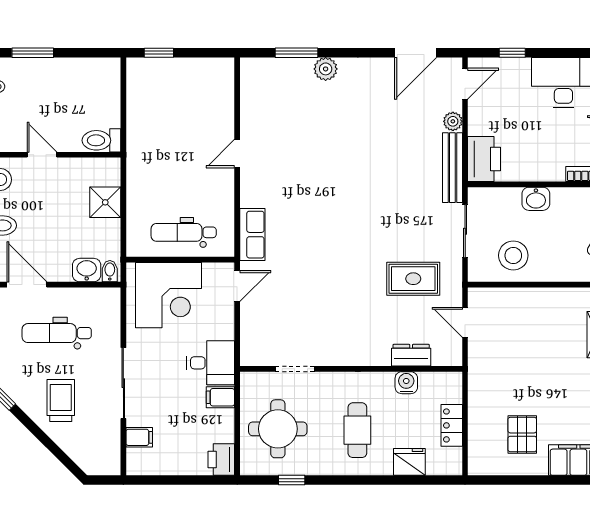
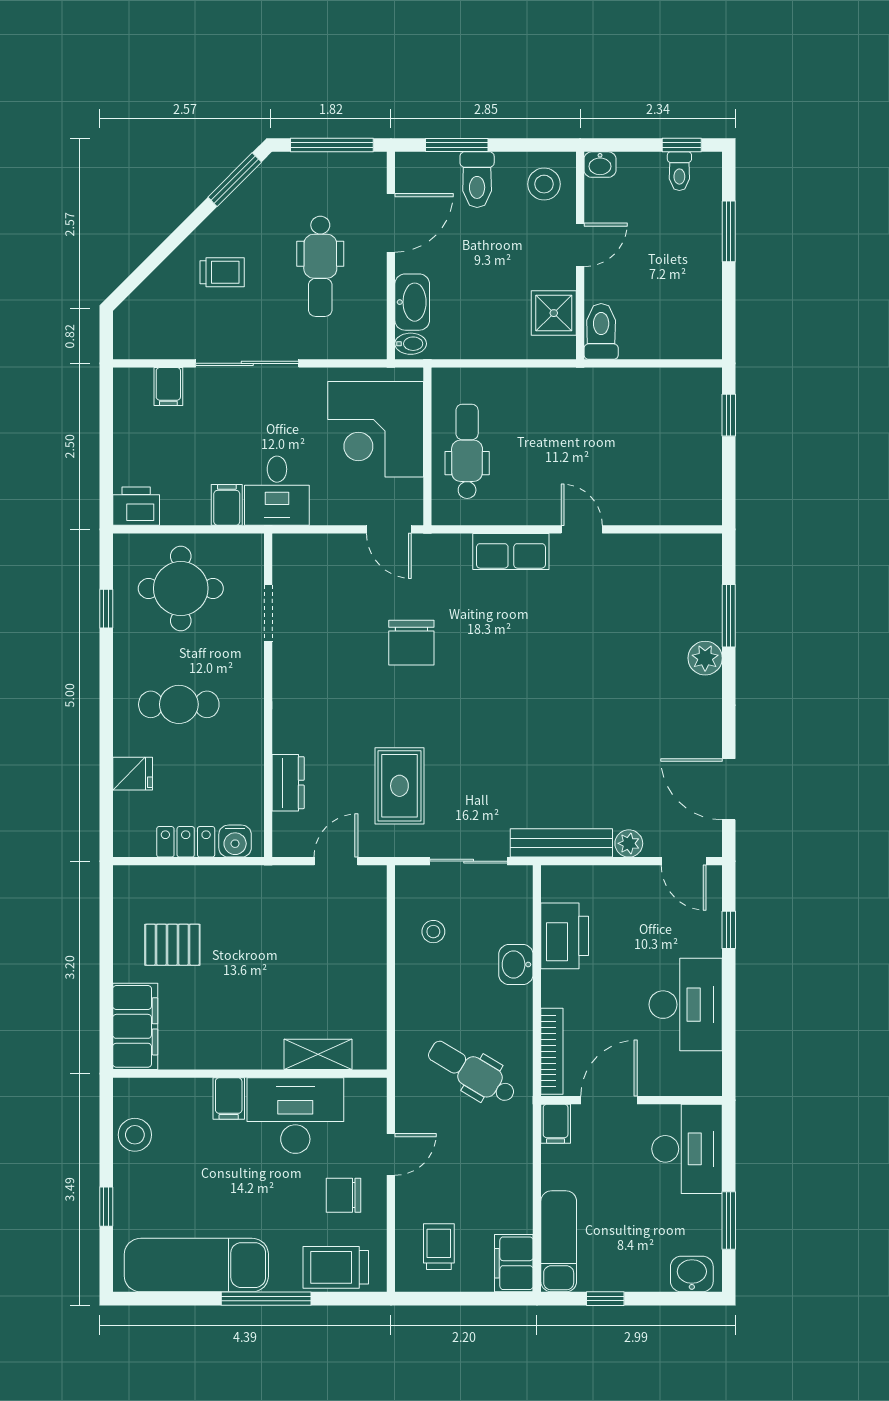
printer: (484, 159) -> (565, 936), moved, turned -90
shower: (105, 202) -> (554, 313), moved
row of seats: (252, 235) -> (511, 552), moved
stool: (513, 255) -> (433, 932), width x0.53, depth x0.53
washbasin: (87, 270) -> (412, 302), width x1.38
chair: (315, 271) -> (411, 643), added
dental chair: (57, 333) -> (320, 266), turned 180
water cooler: (406, 383) -> (235, 841), moved, turned 90
trolley: (61, 400) -> (222, 272), width x0.73, depth x0.72
fridge: (409, 462) -> (133, 774), width x0.72

